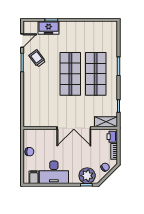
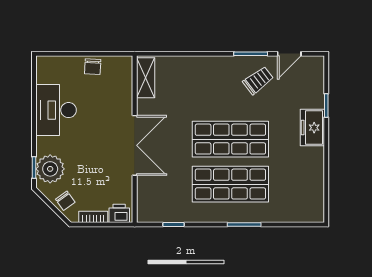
freezer: (49, 28) -> (312, 128), moved
door: (22, 41) -> (289, 54), hinge flipped
shelving: (106, 122) -> (146, 78), moved
double door: (74, 128) -> (135, 145), swing flipped
filing cabinet: (34, 177) -> (47, 74), removed

